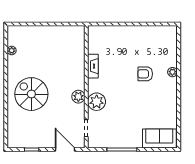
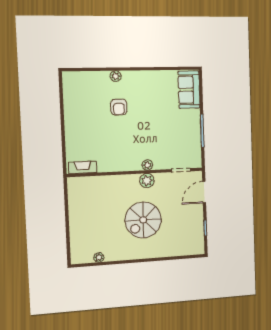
fireplace: (93, 66) -> (83, 167), moved
spiral stairs: (31, 94) -> (143, 220), moved
plant: (97, 102) -> (147, 165), width x0.53, depth x0.53

